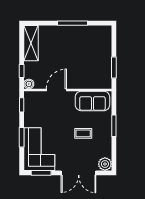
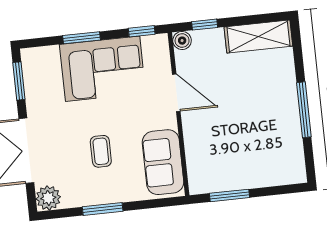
window: (114, 126) -> (103, 209), moved
corner sofa: (39, 149) -> (103, 69), moved

